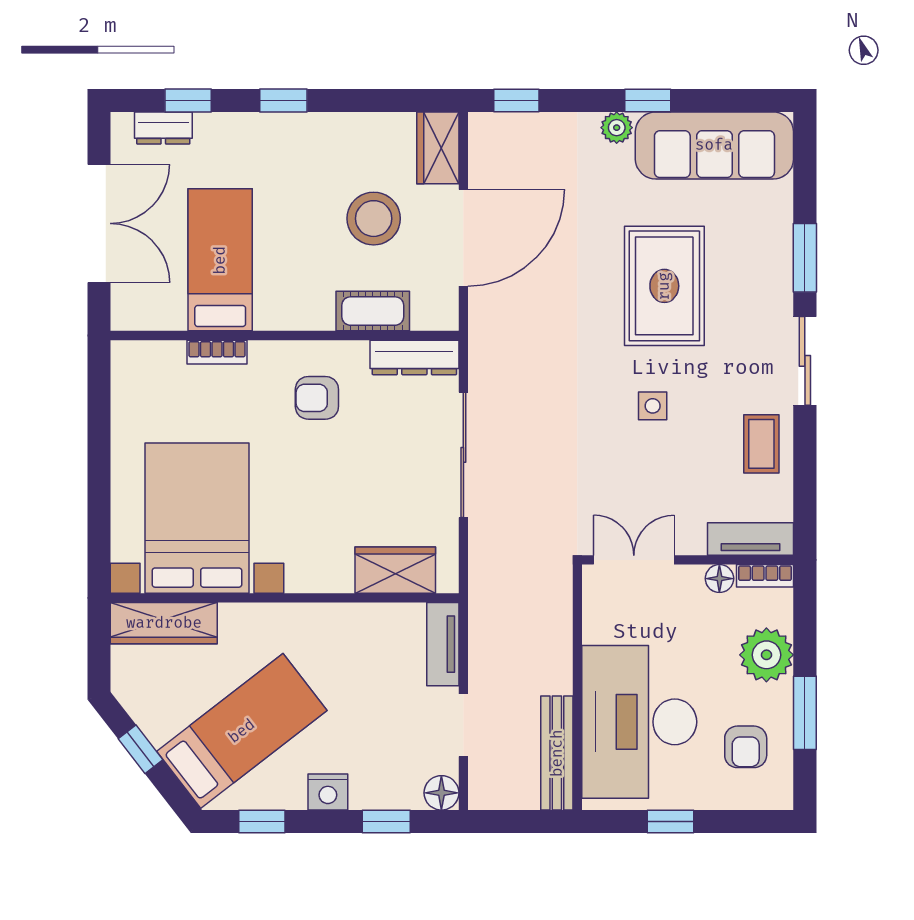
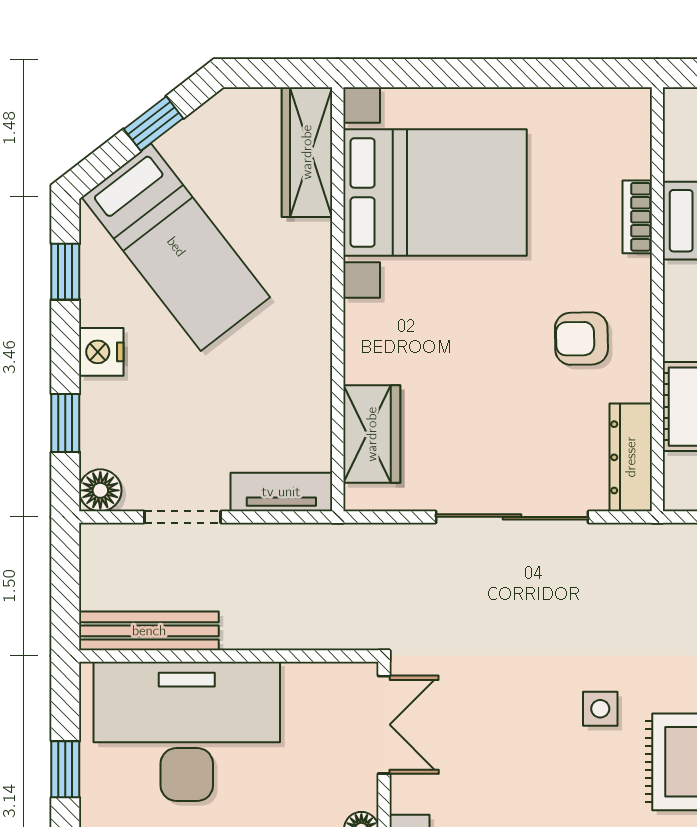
armchair: (317, 398) -> (581, 339), turned -91
side table: (653, 406) -> (600, 709), moved

